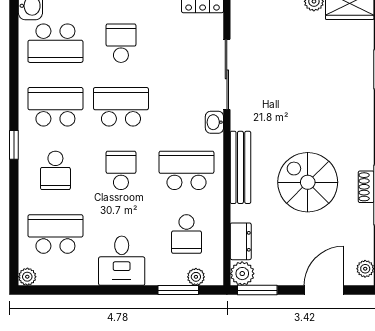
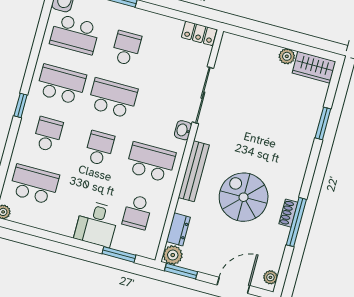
school desk: (55, 170) -> (48, 134), turned 180
desk: (122, 261) -> (97, 224), moved
plant: (196, 277) -> (136, 248), removed

